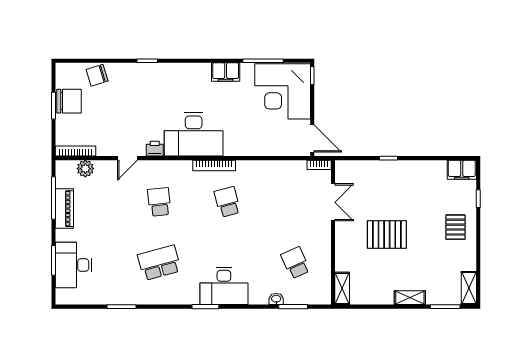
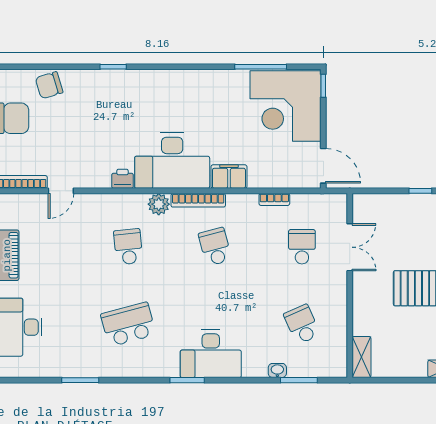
filing cabinet: (226, 72) -> (229, 177), moved, turned 180
door: (127, 158) -> (61, 191), moved
bookcase: (319, 165) -> (274, 199), moved
plant: (85, 169) -> (159, 204), moved
school desk: (295, 202) -> (302, 247), added

